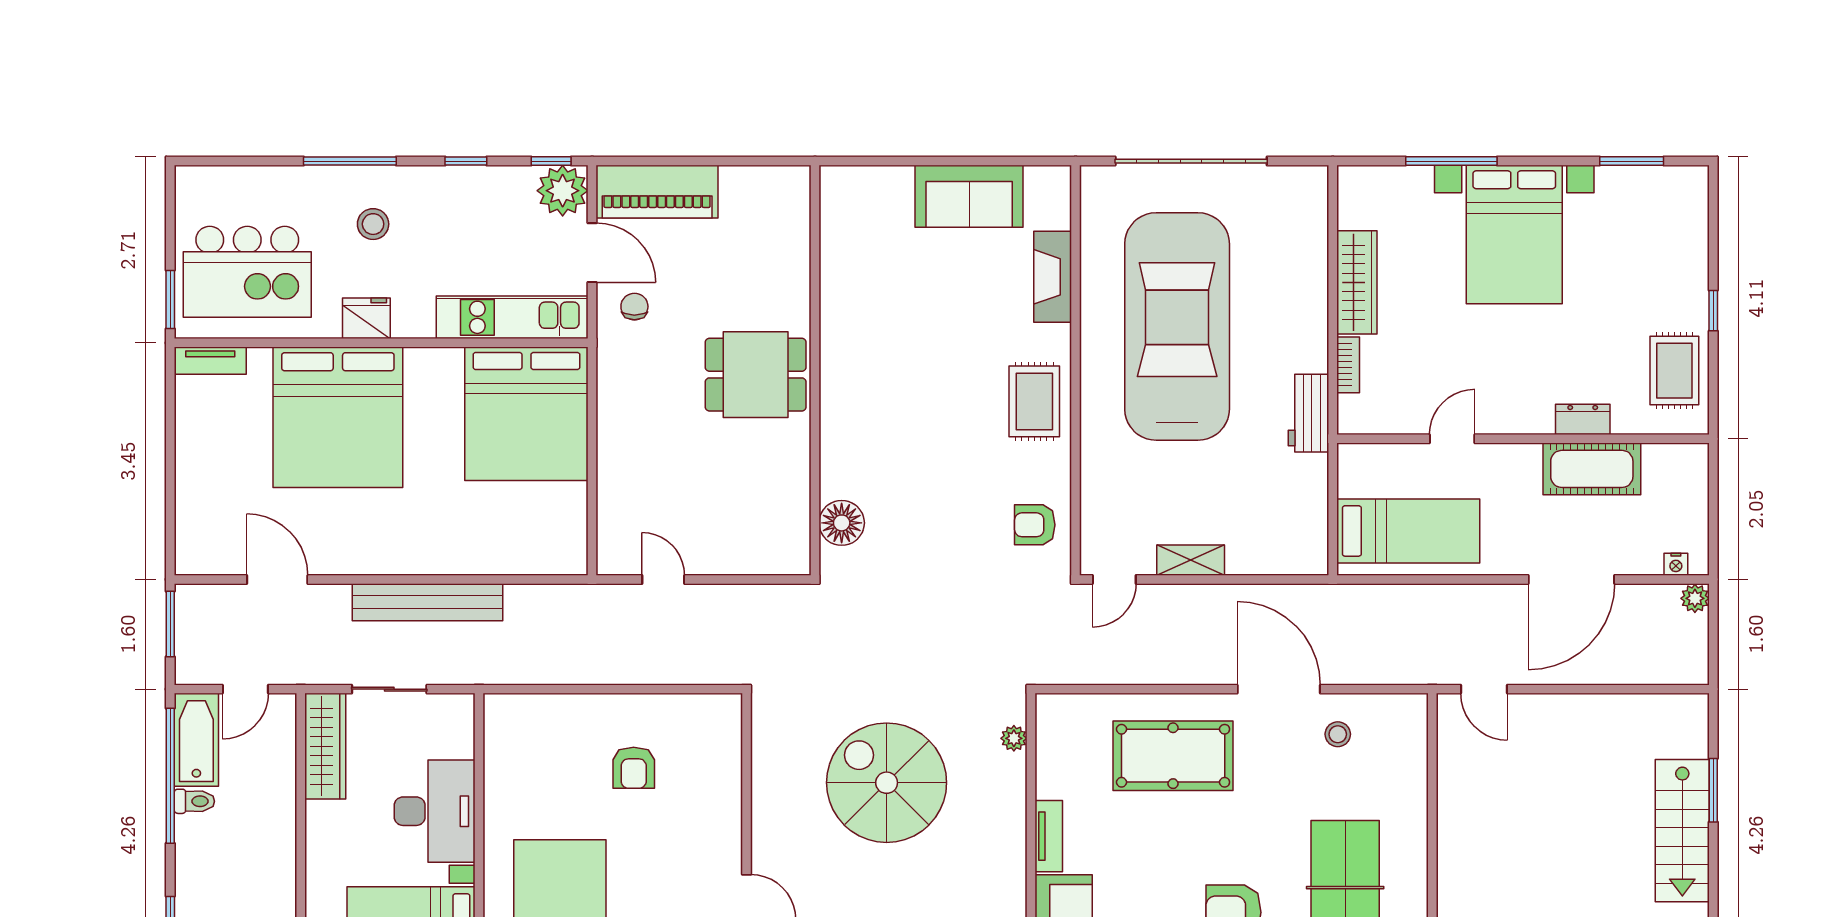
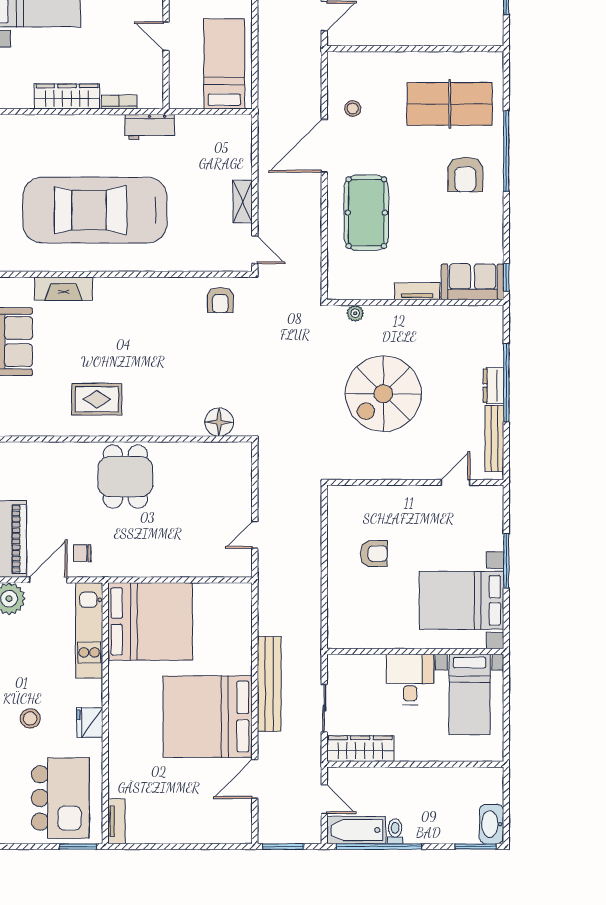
rug: (1034, 401) -> (97, 399), moved
bed: (338, 417) -> (208, 717), moved, turned 180
desk: (435, 811) -> (410, 680), width x0.73

